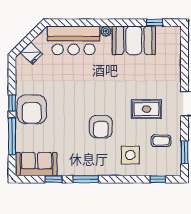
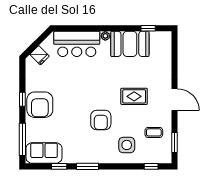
rug: (146, 109) -> (134, 96), moved
window: (12, 136) -> (22, 139), moved

